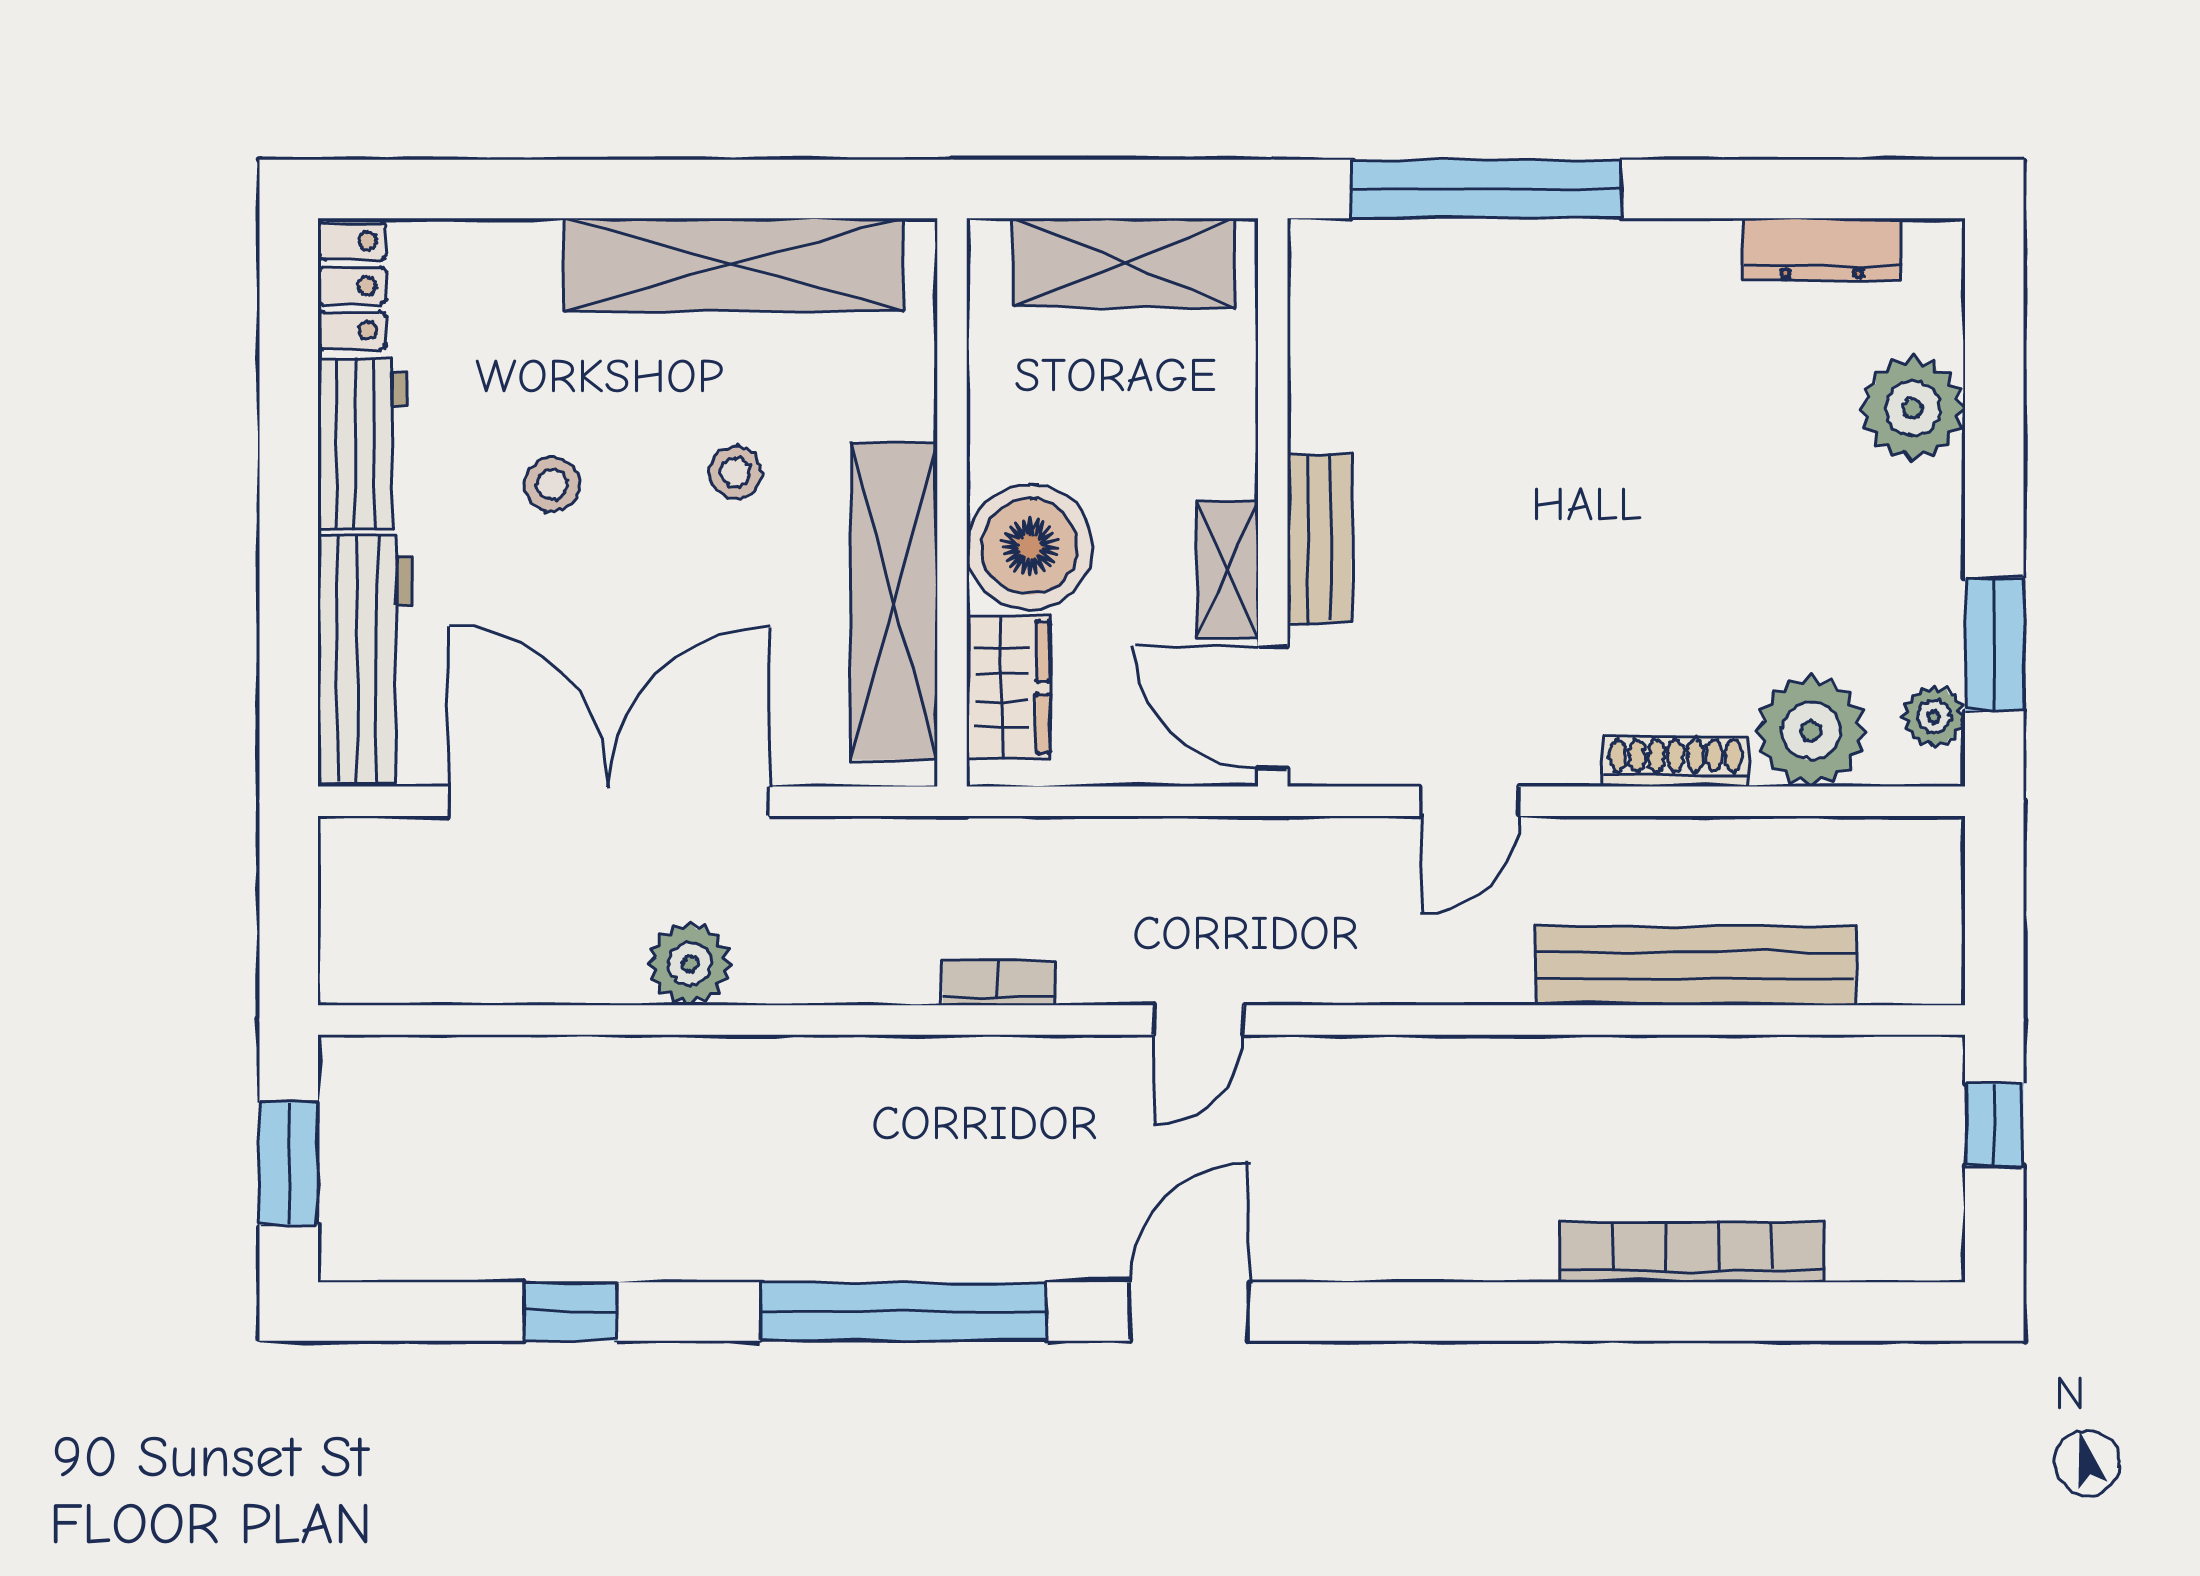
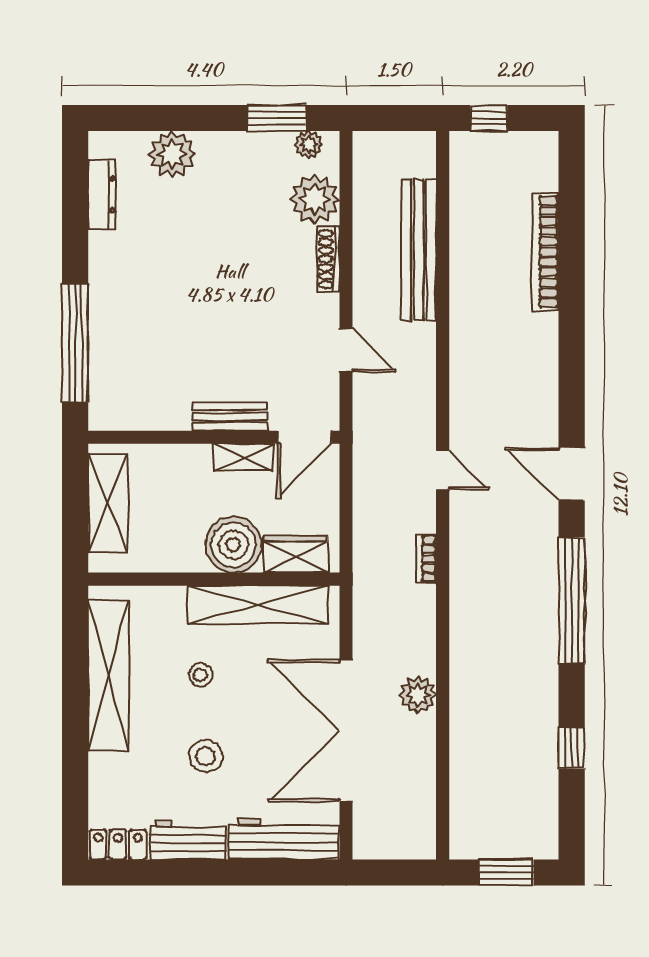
stool: (552, 484) -> (206, 756), width x1.37, depth x1.37

